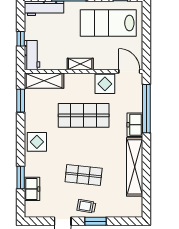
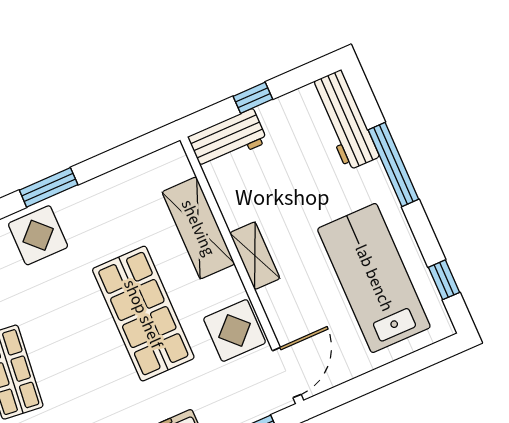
shelving: (44, 81) -> (198, 228), moved
window: (21, 101) -> (49, 187), moved

